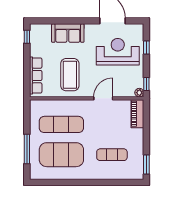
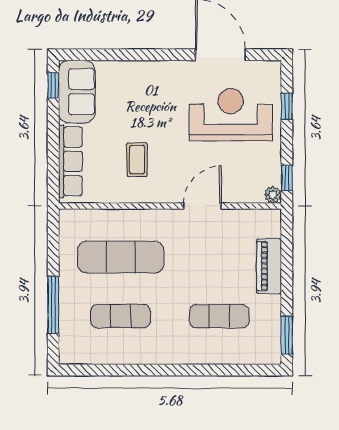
sofa: (68, 33) -> (77, 92), moved, turned -90
coffee table: (70, 75) -> (137, 160), width x0.54, depth x0.58
piano: (137, 114) -> (269, 266), moved
exercise mat: (61, 155) -> (121, 316), width x0.50, depth x0.69

